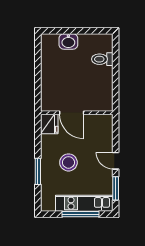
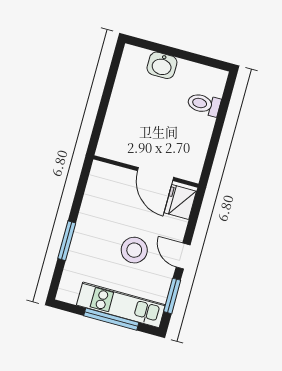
door: (72, 113) -> (155, 174), moved
fridge: (49, 124) -> (180, 202), moved, turned 180
stool: (68, 162) -> (134, 250), moved

